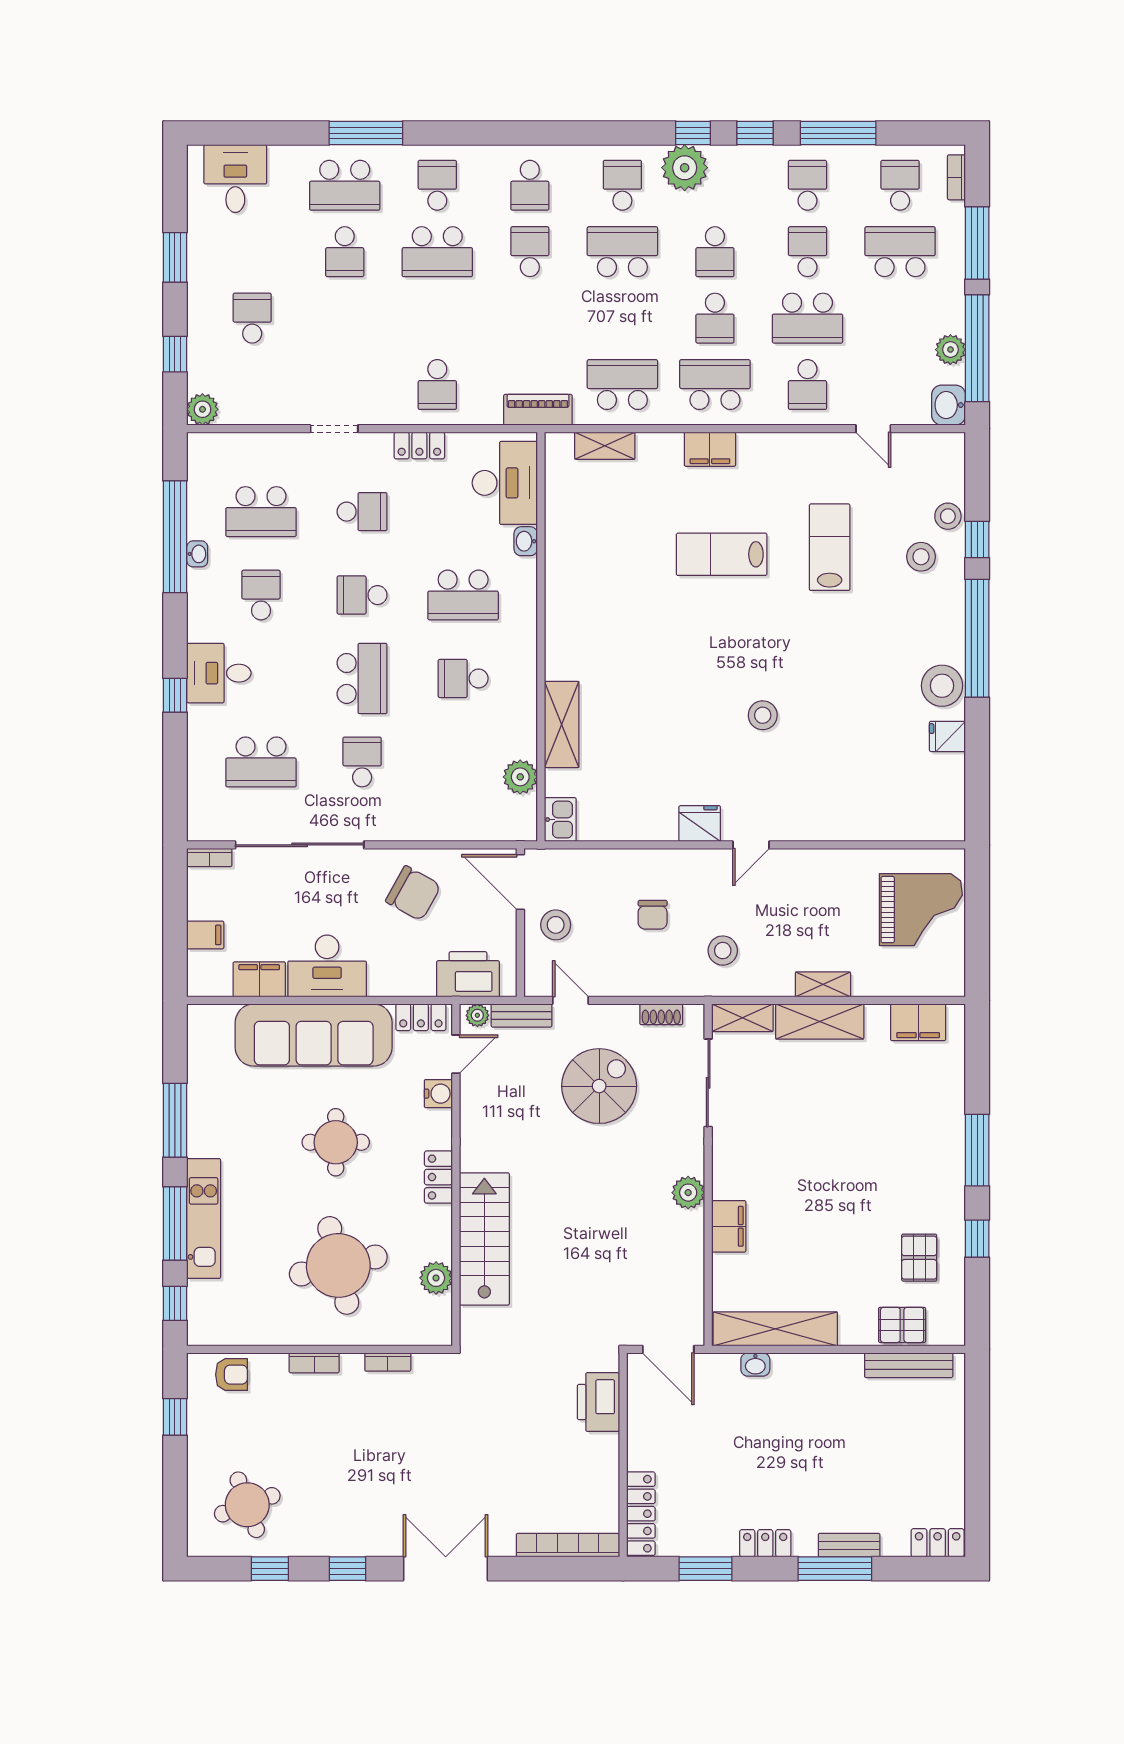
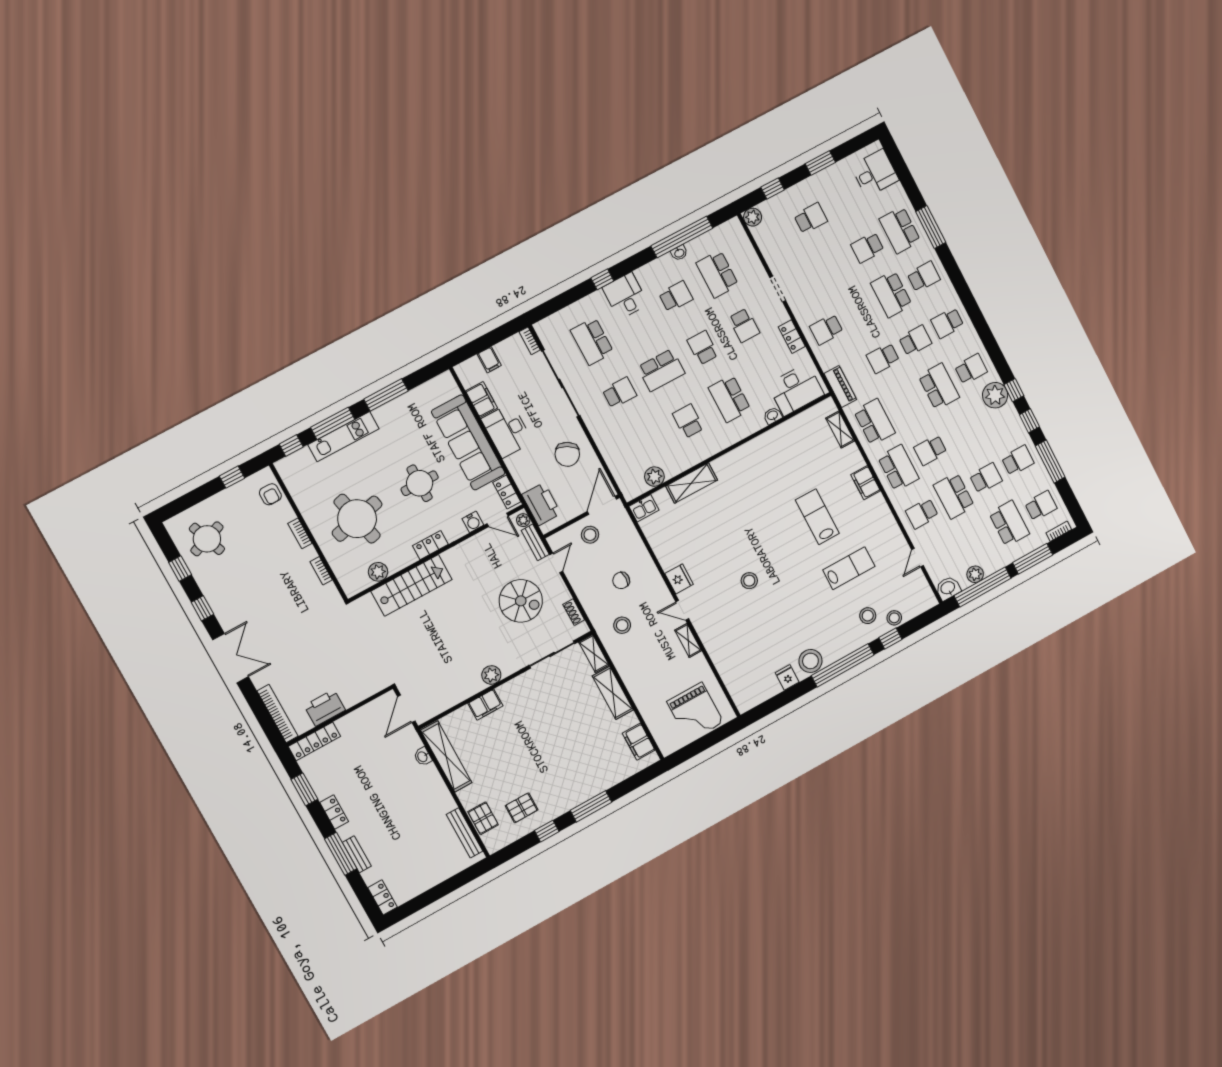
school desk: (715, 252) -> (883, 358), moved
shelving: (823, 984) -> (688, 641), moved
printer: (598, 1402) -> (325, 708), moved

